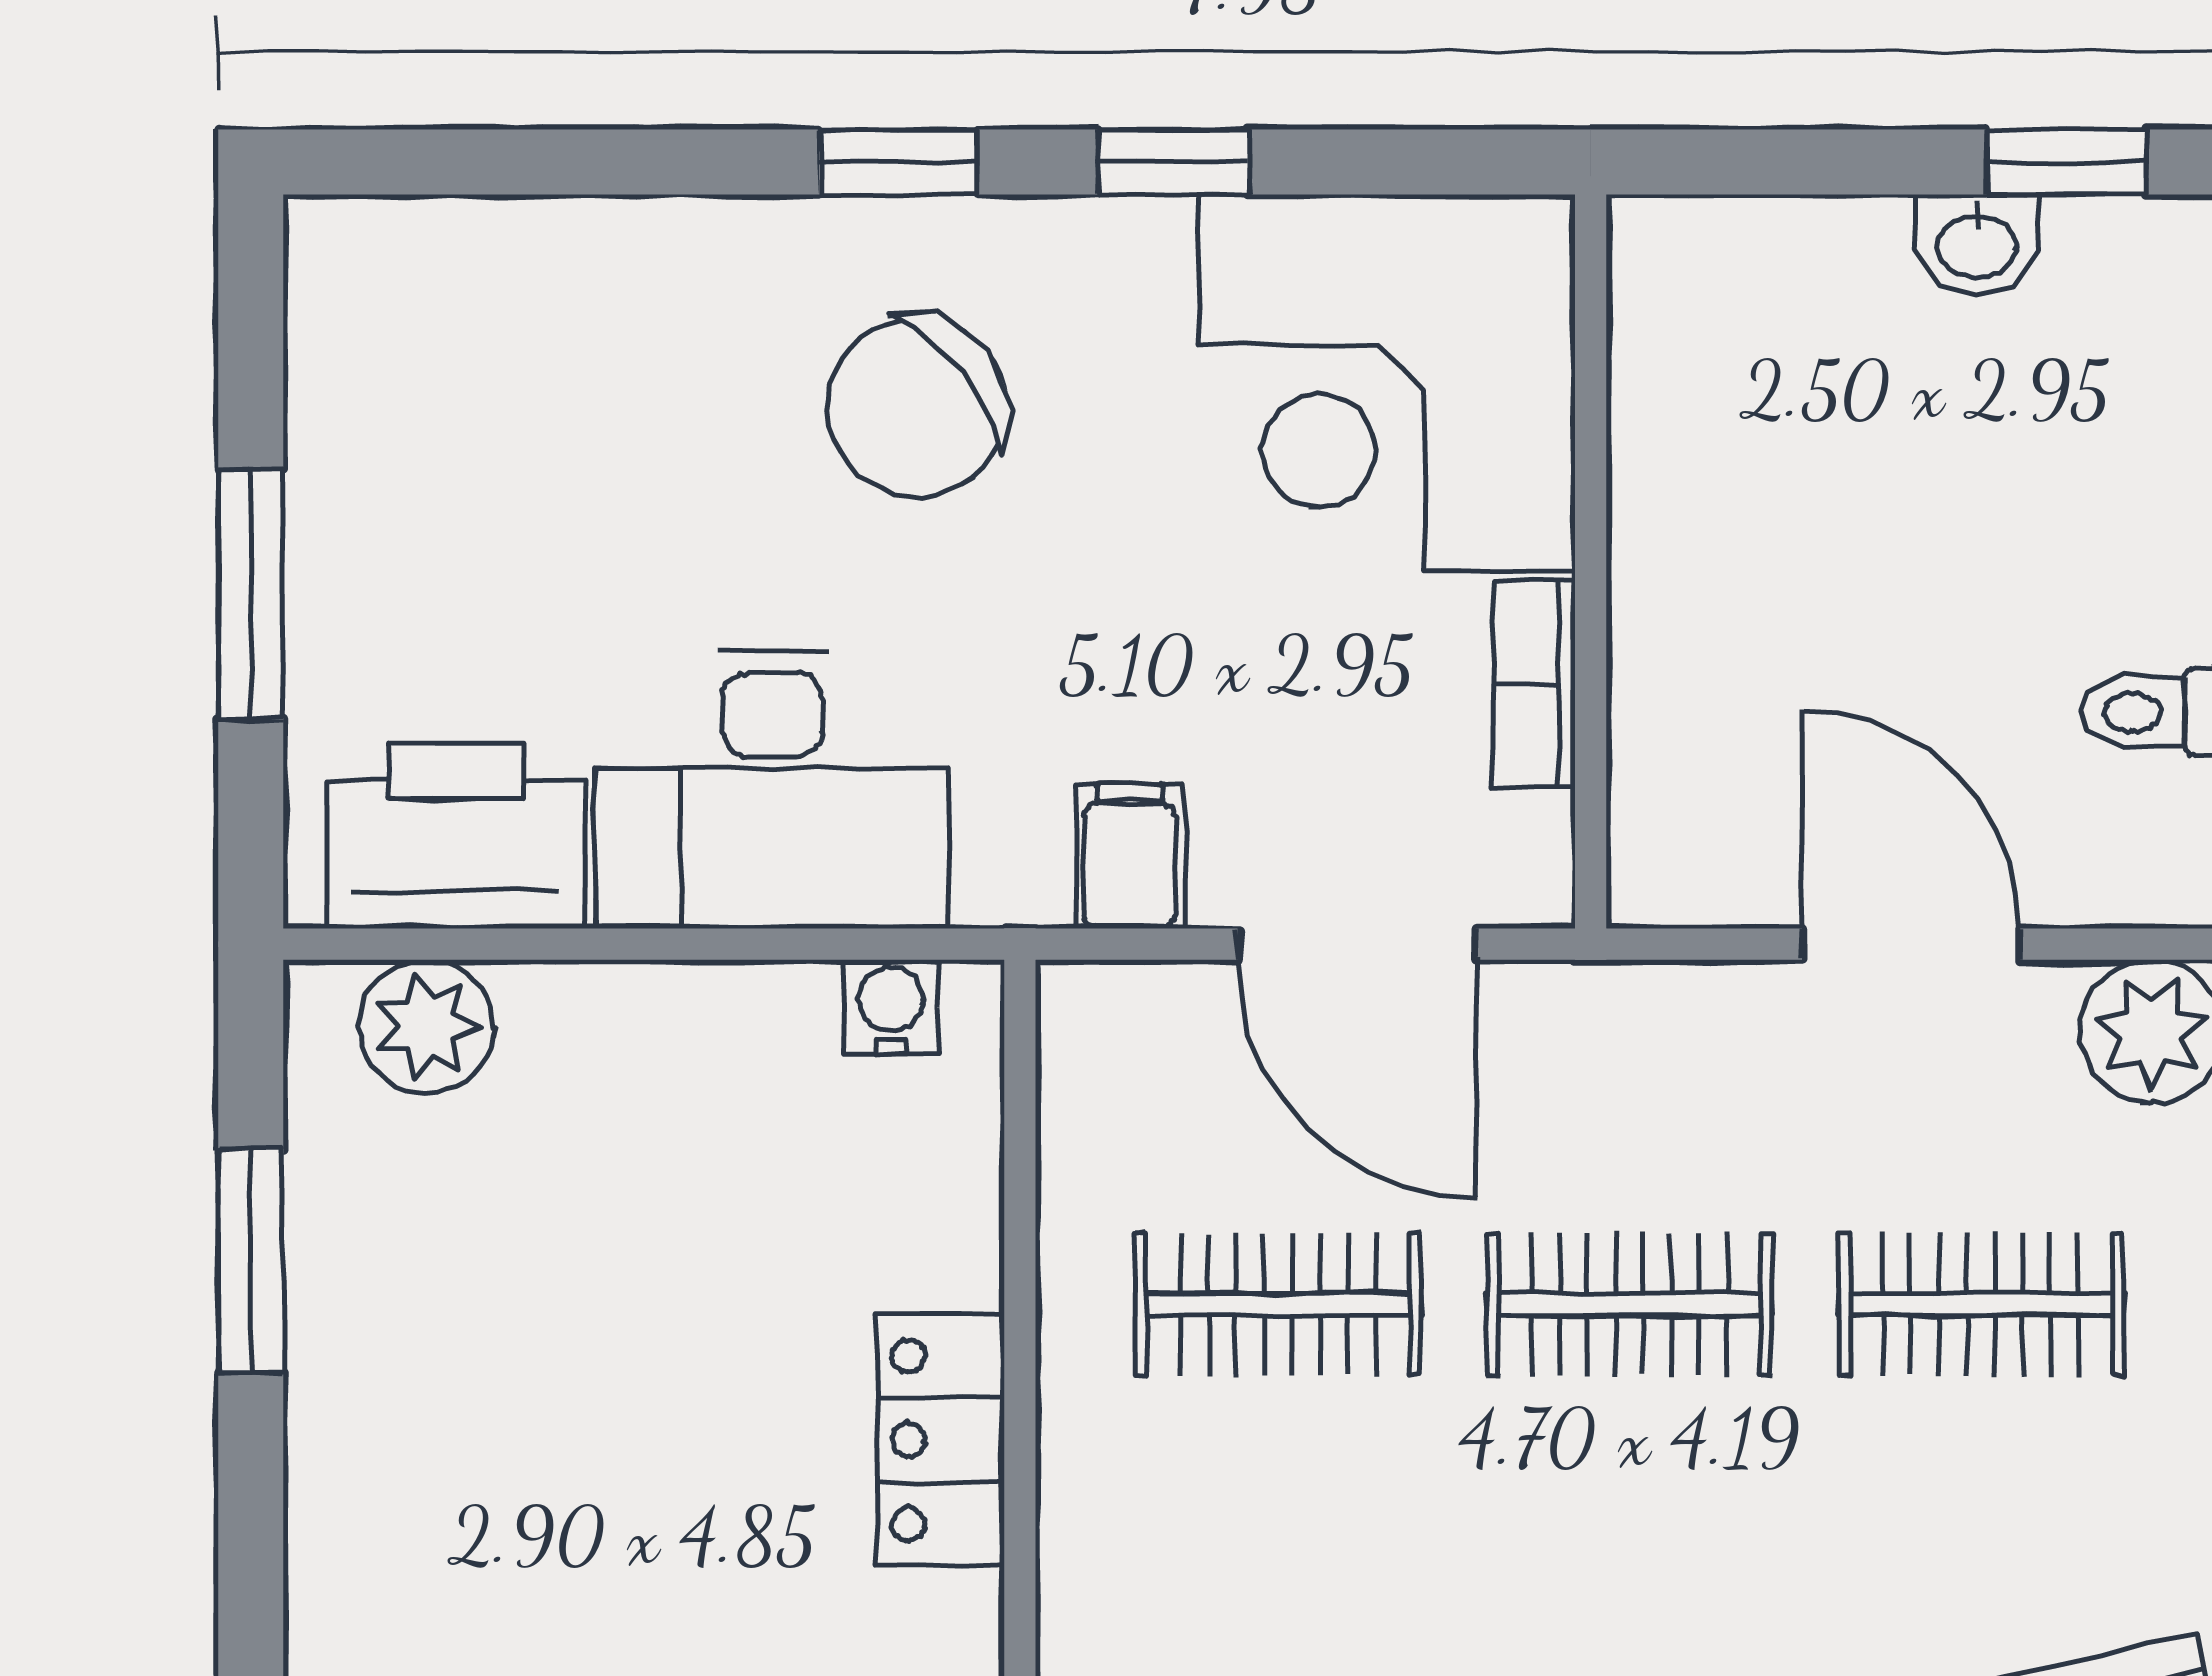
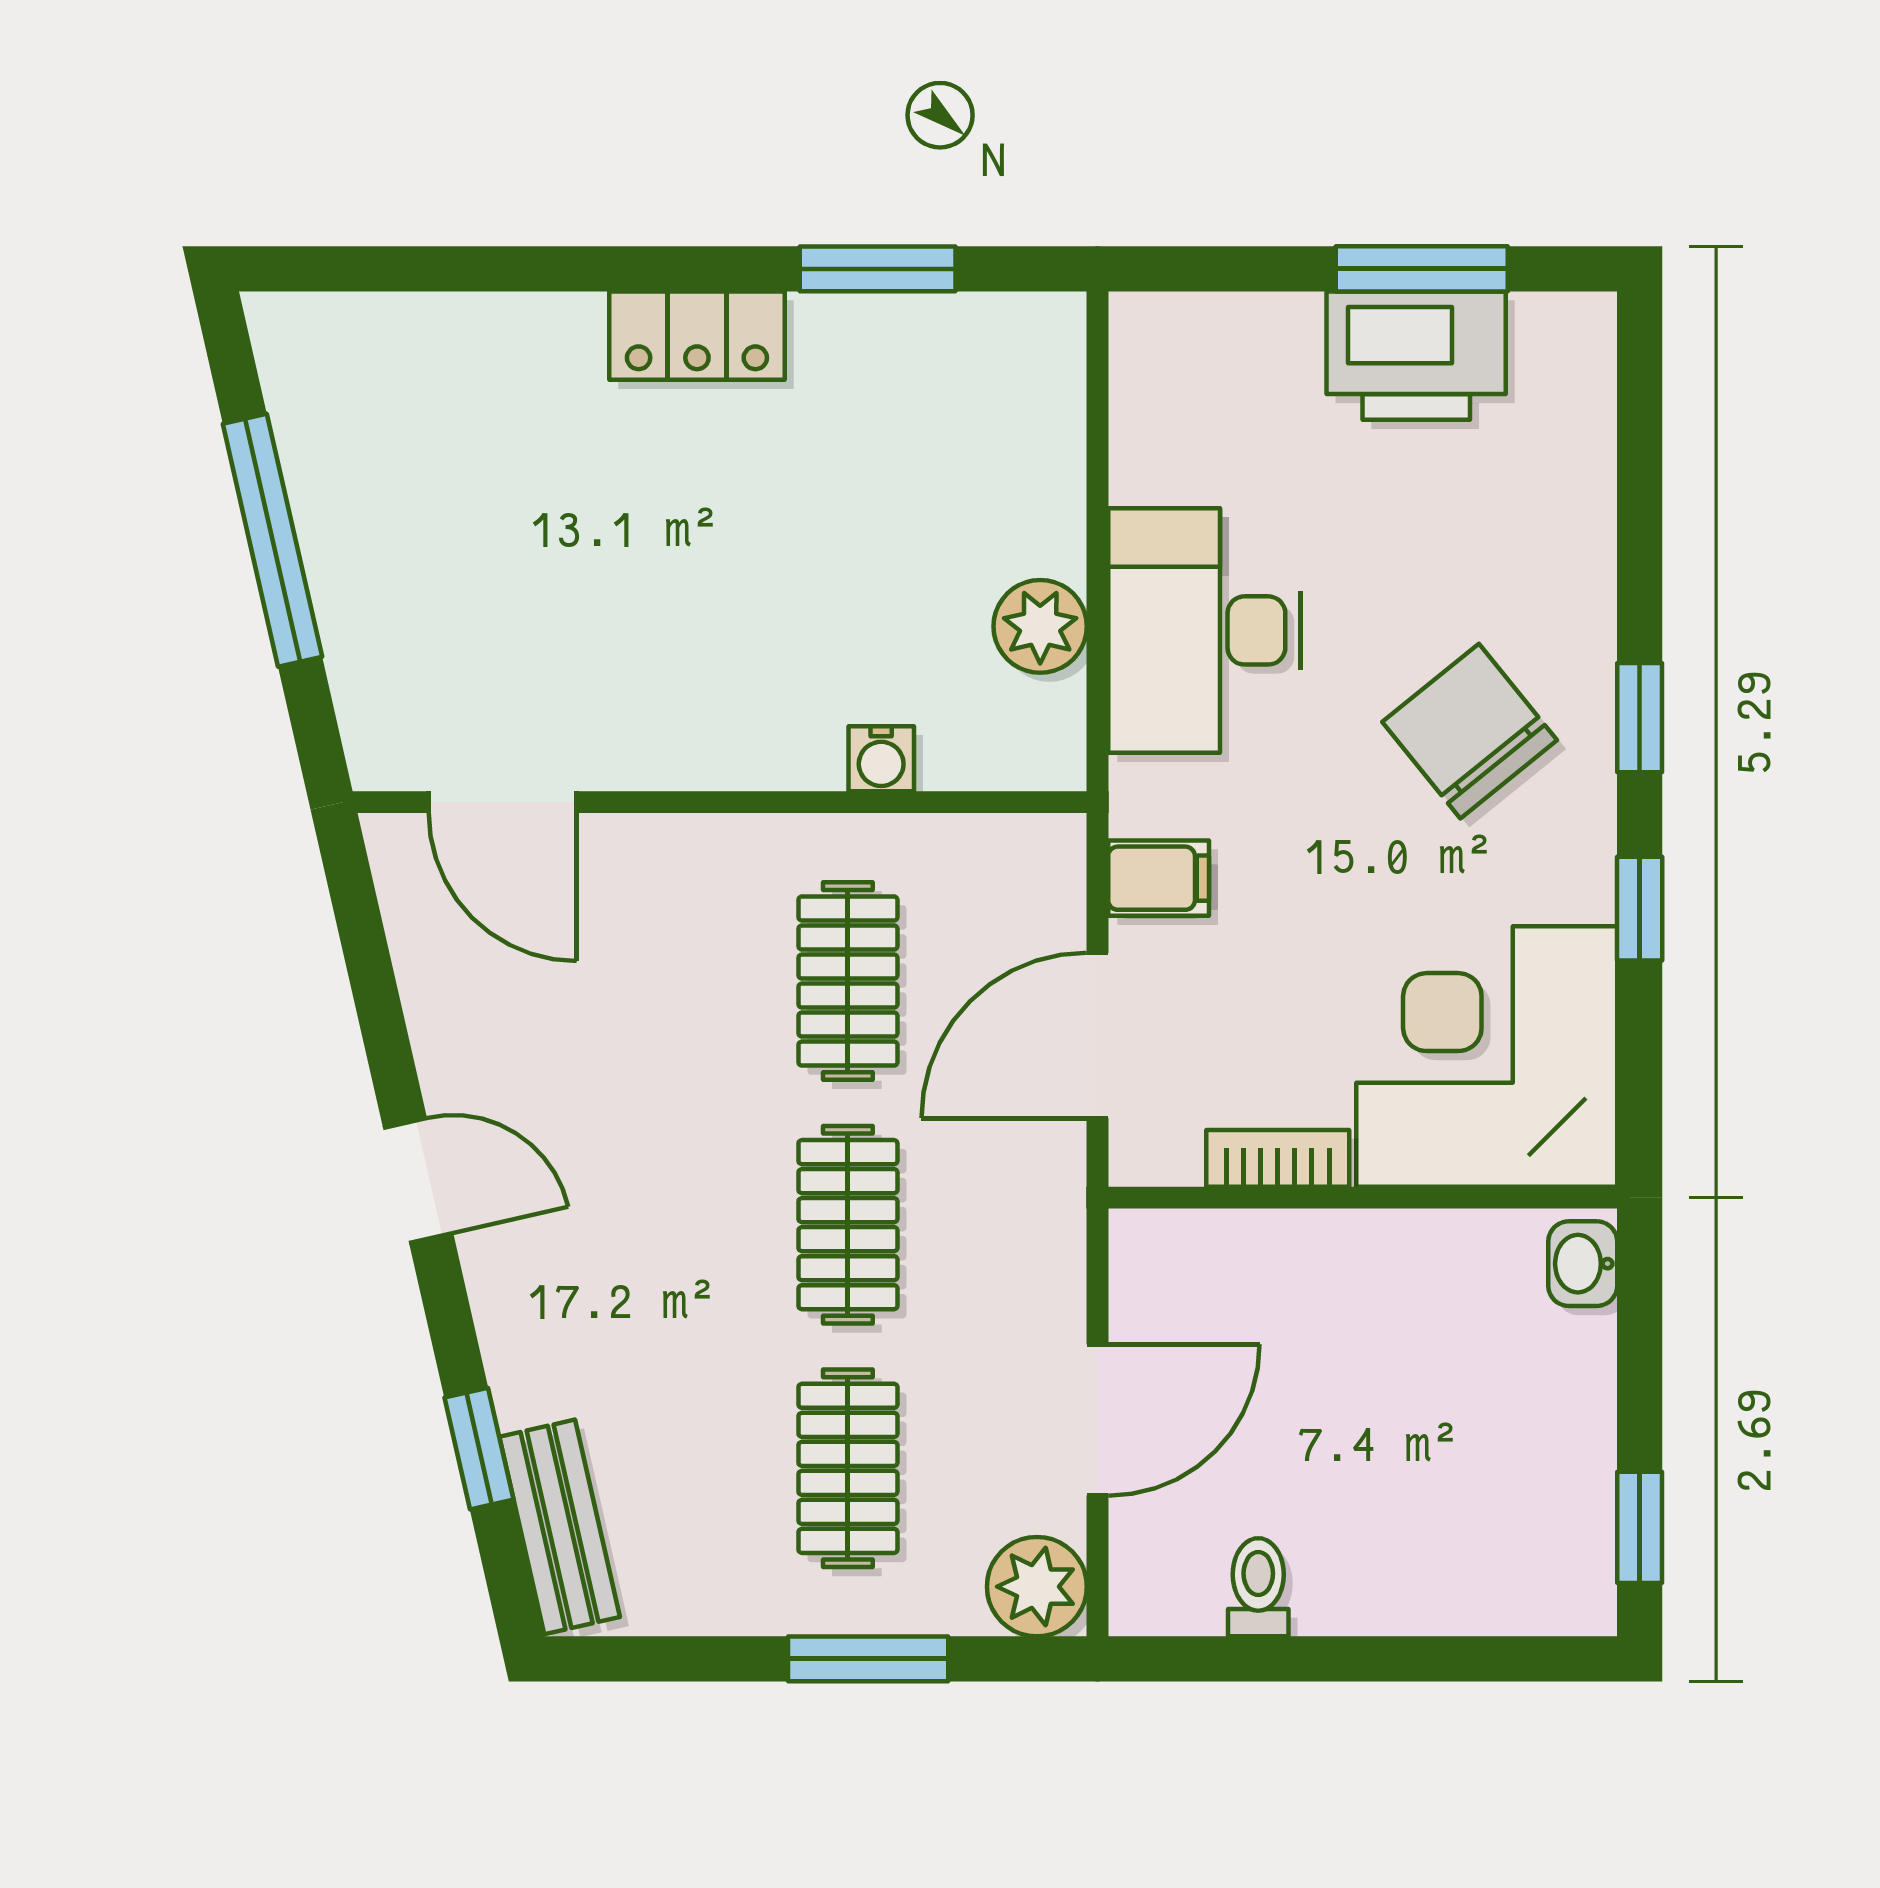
washbasin: (1977, 244) -> (1583, 1264), moved
window: (251, 595) -> (1422, 269), moved
printer: (456, 836) -> (1416, 356), moved, turned 90
water cooler: (891, 1007) -> (881, 759), moved, turned 90
plant: (427, 1027) -> (1040, 626), moved
locker: (940, 1440) -> (697, 336), moved, turned 180

